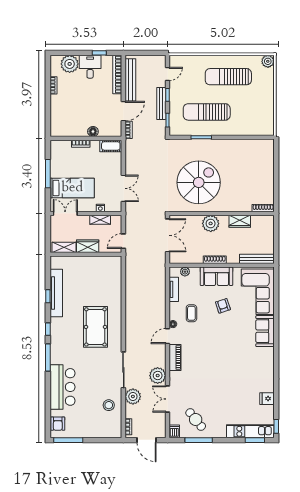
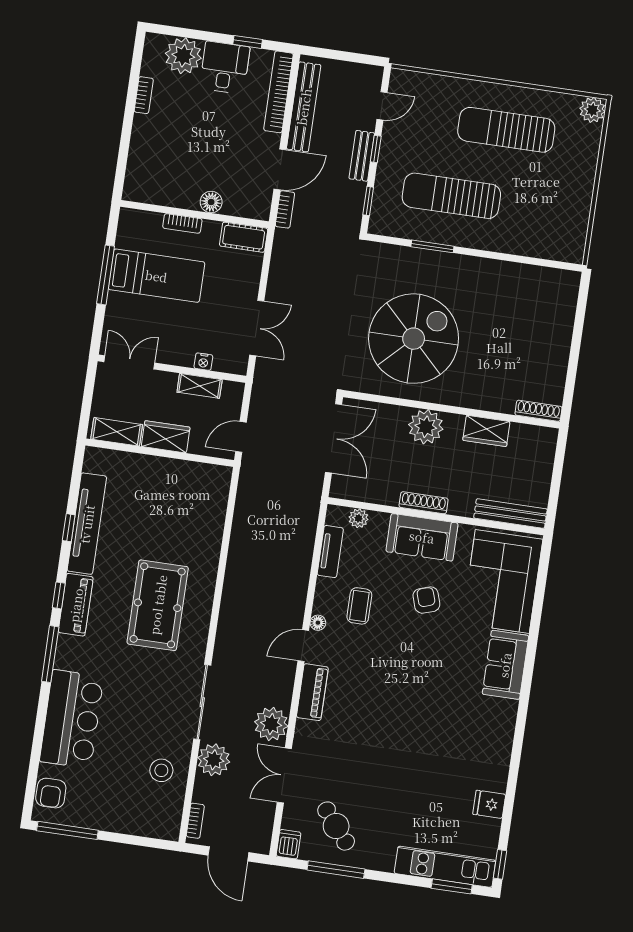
bench: (161, 103) -> (362, 156), width x0.73
bed: (72, 188) -> (156, 276), moved
piano: (56, 332) -> (76, 605), added

